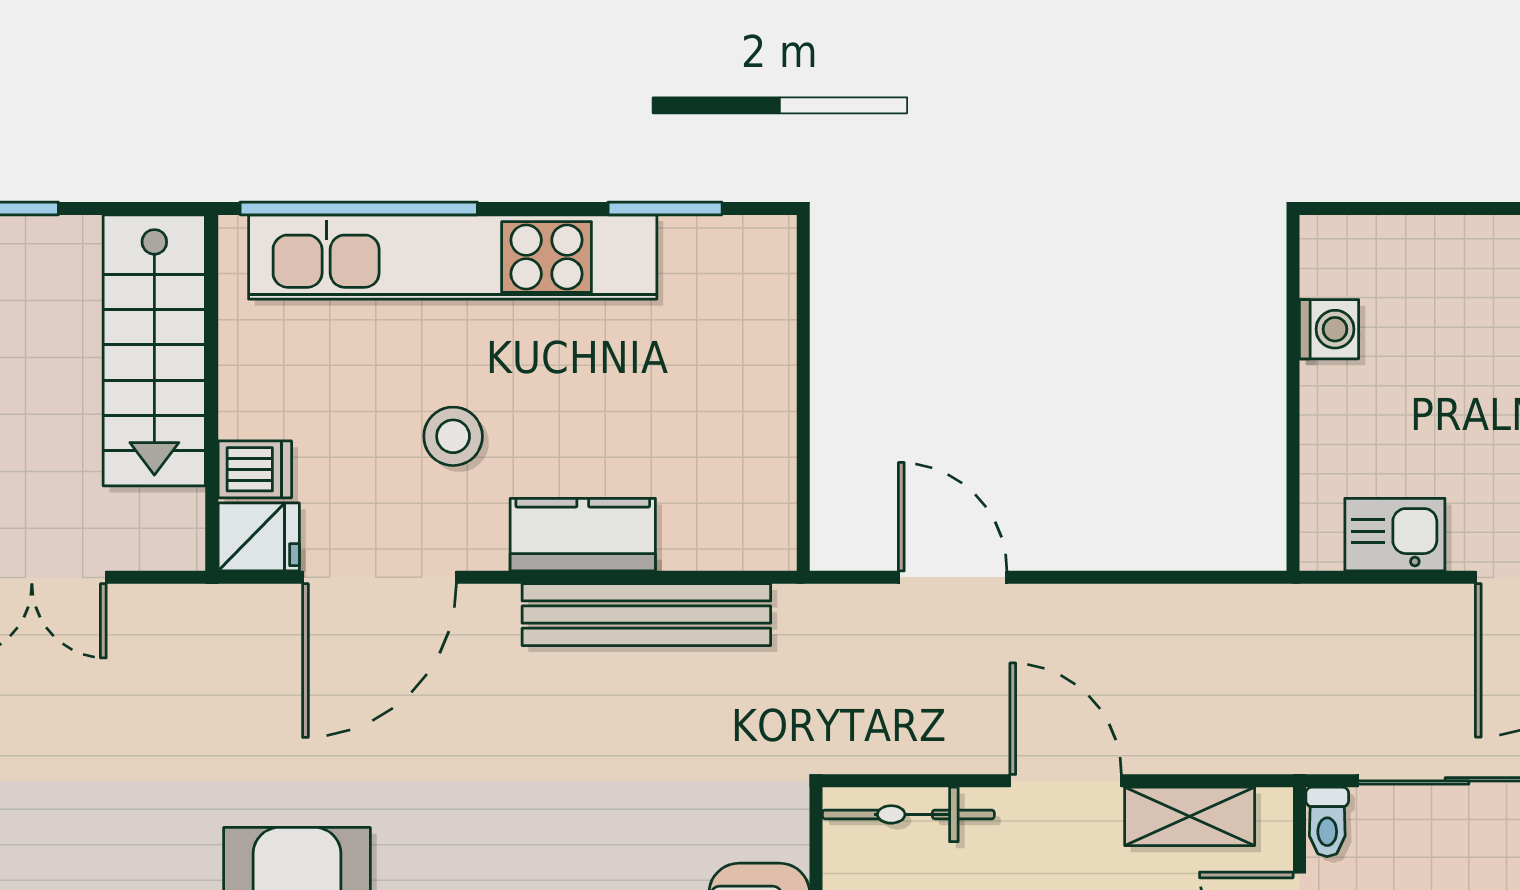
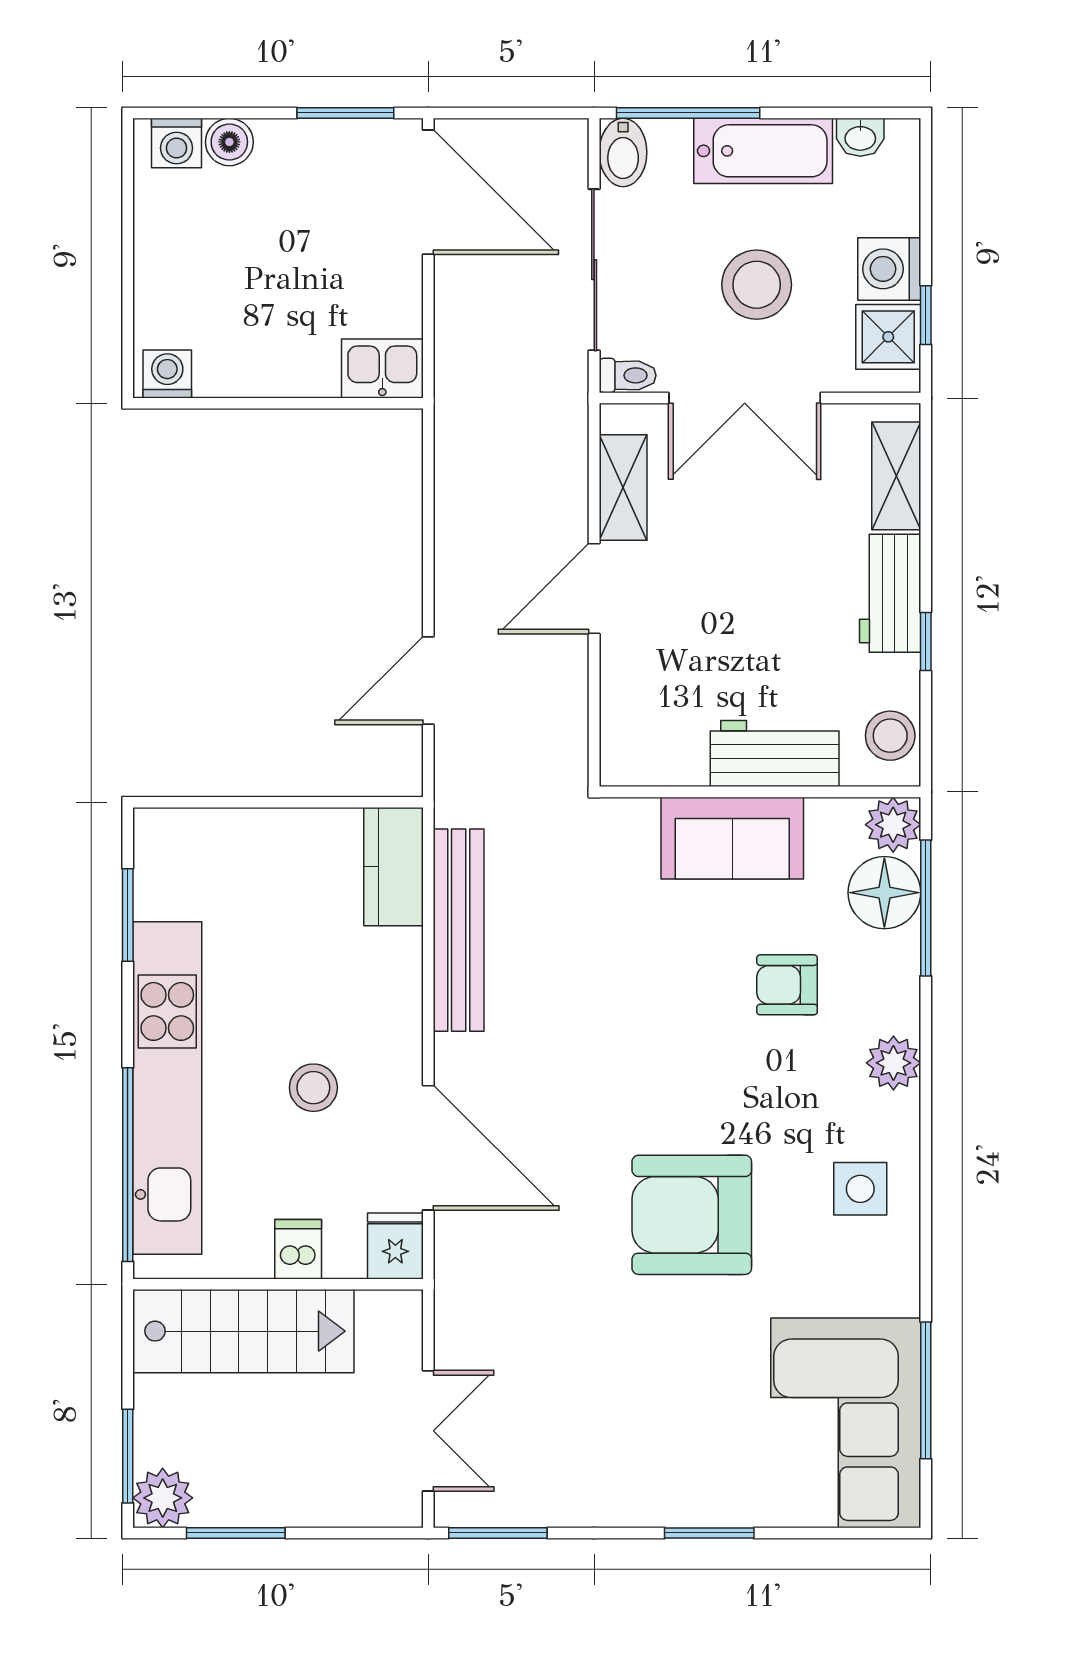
washing machine: (1329, 329) -> (167, 374), moved
dishwasher: (255, 469) -> (298, 1249), moved
kitchen counter: (583, 535) -> (394, 867), moved
kitchen sink: (1395, 535) -> (382, 368), moved, turned 90
bicycle: (908, 814) -> (621, 717), removed

